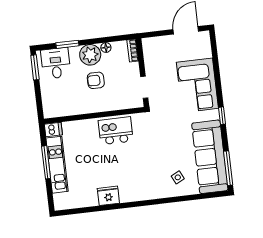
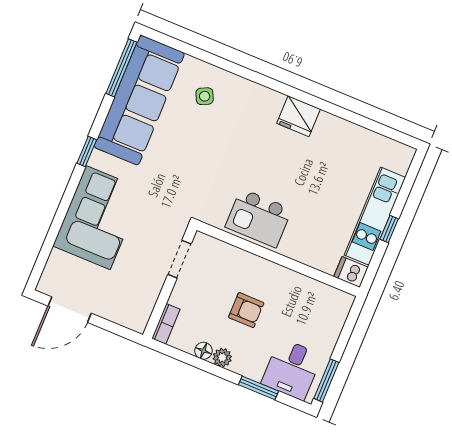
plant: (90, 55) -> (222, 358), width x0.53, depth x0.53
window: (46, 162) -> (389, 229), width x0.46
fridge: (108, 196) -> (299, 116), moved

